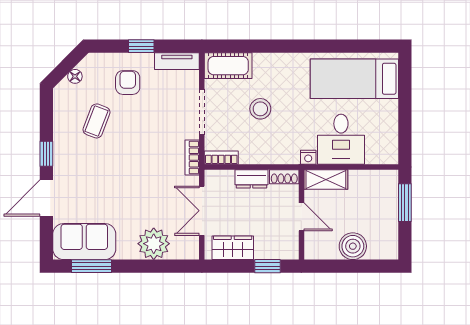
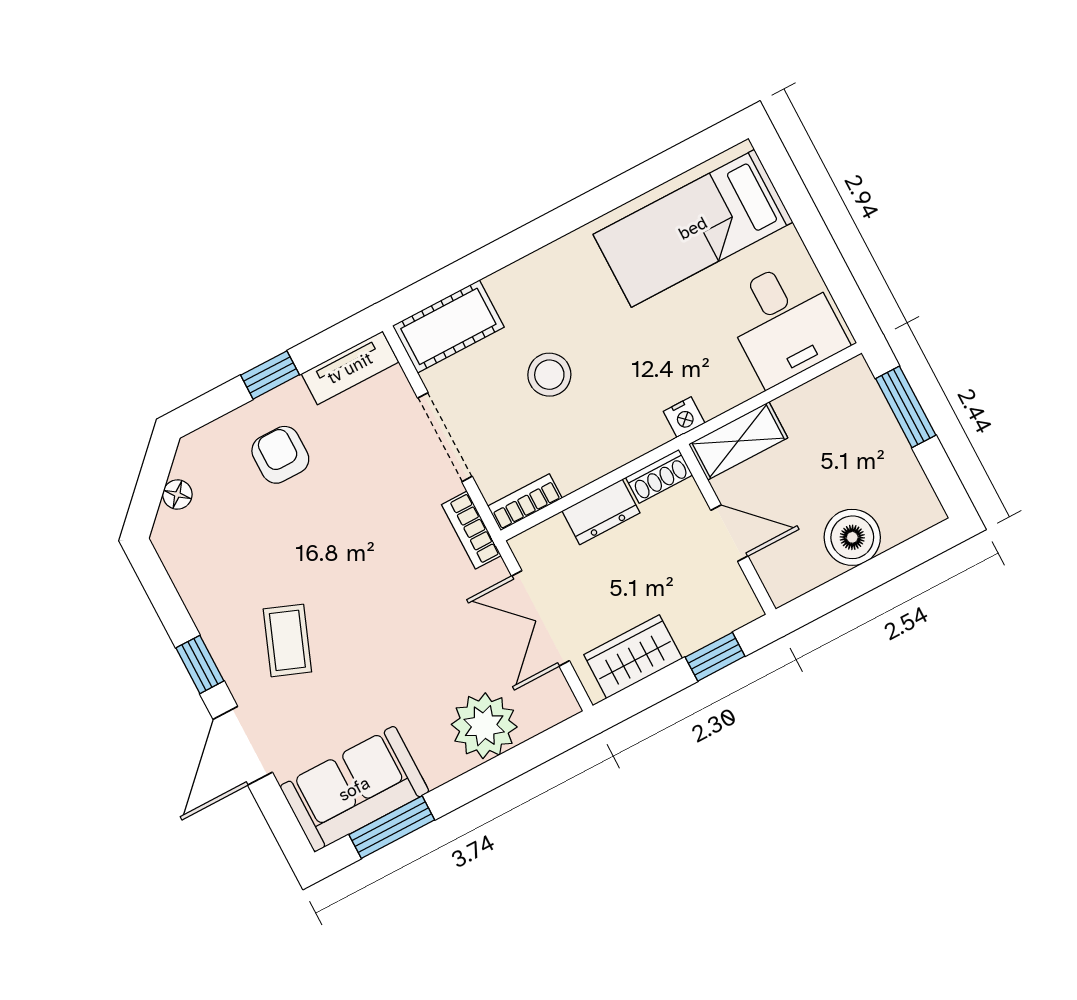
coffee table: (97, 121) -> (287, 640), moved
desk: (341, 139) -> (784, 322), moved

